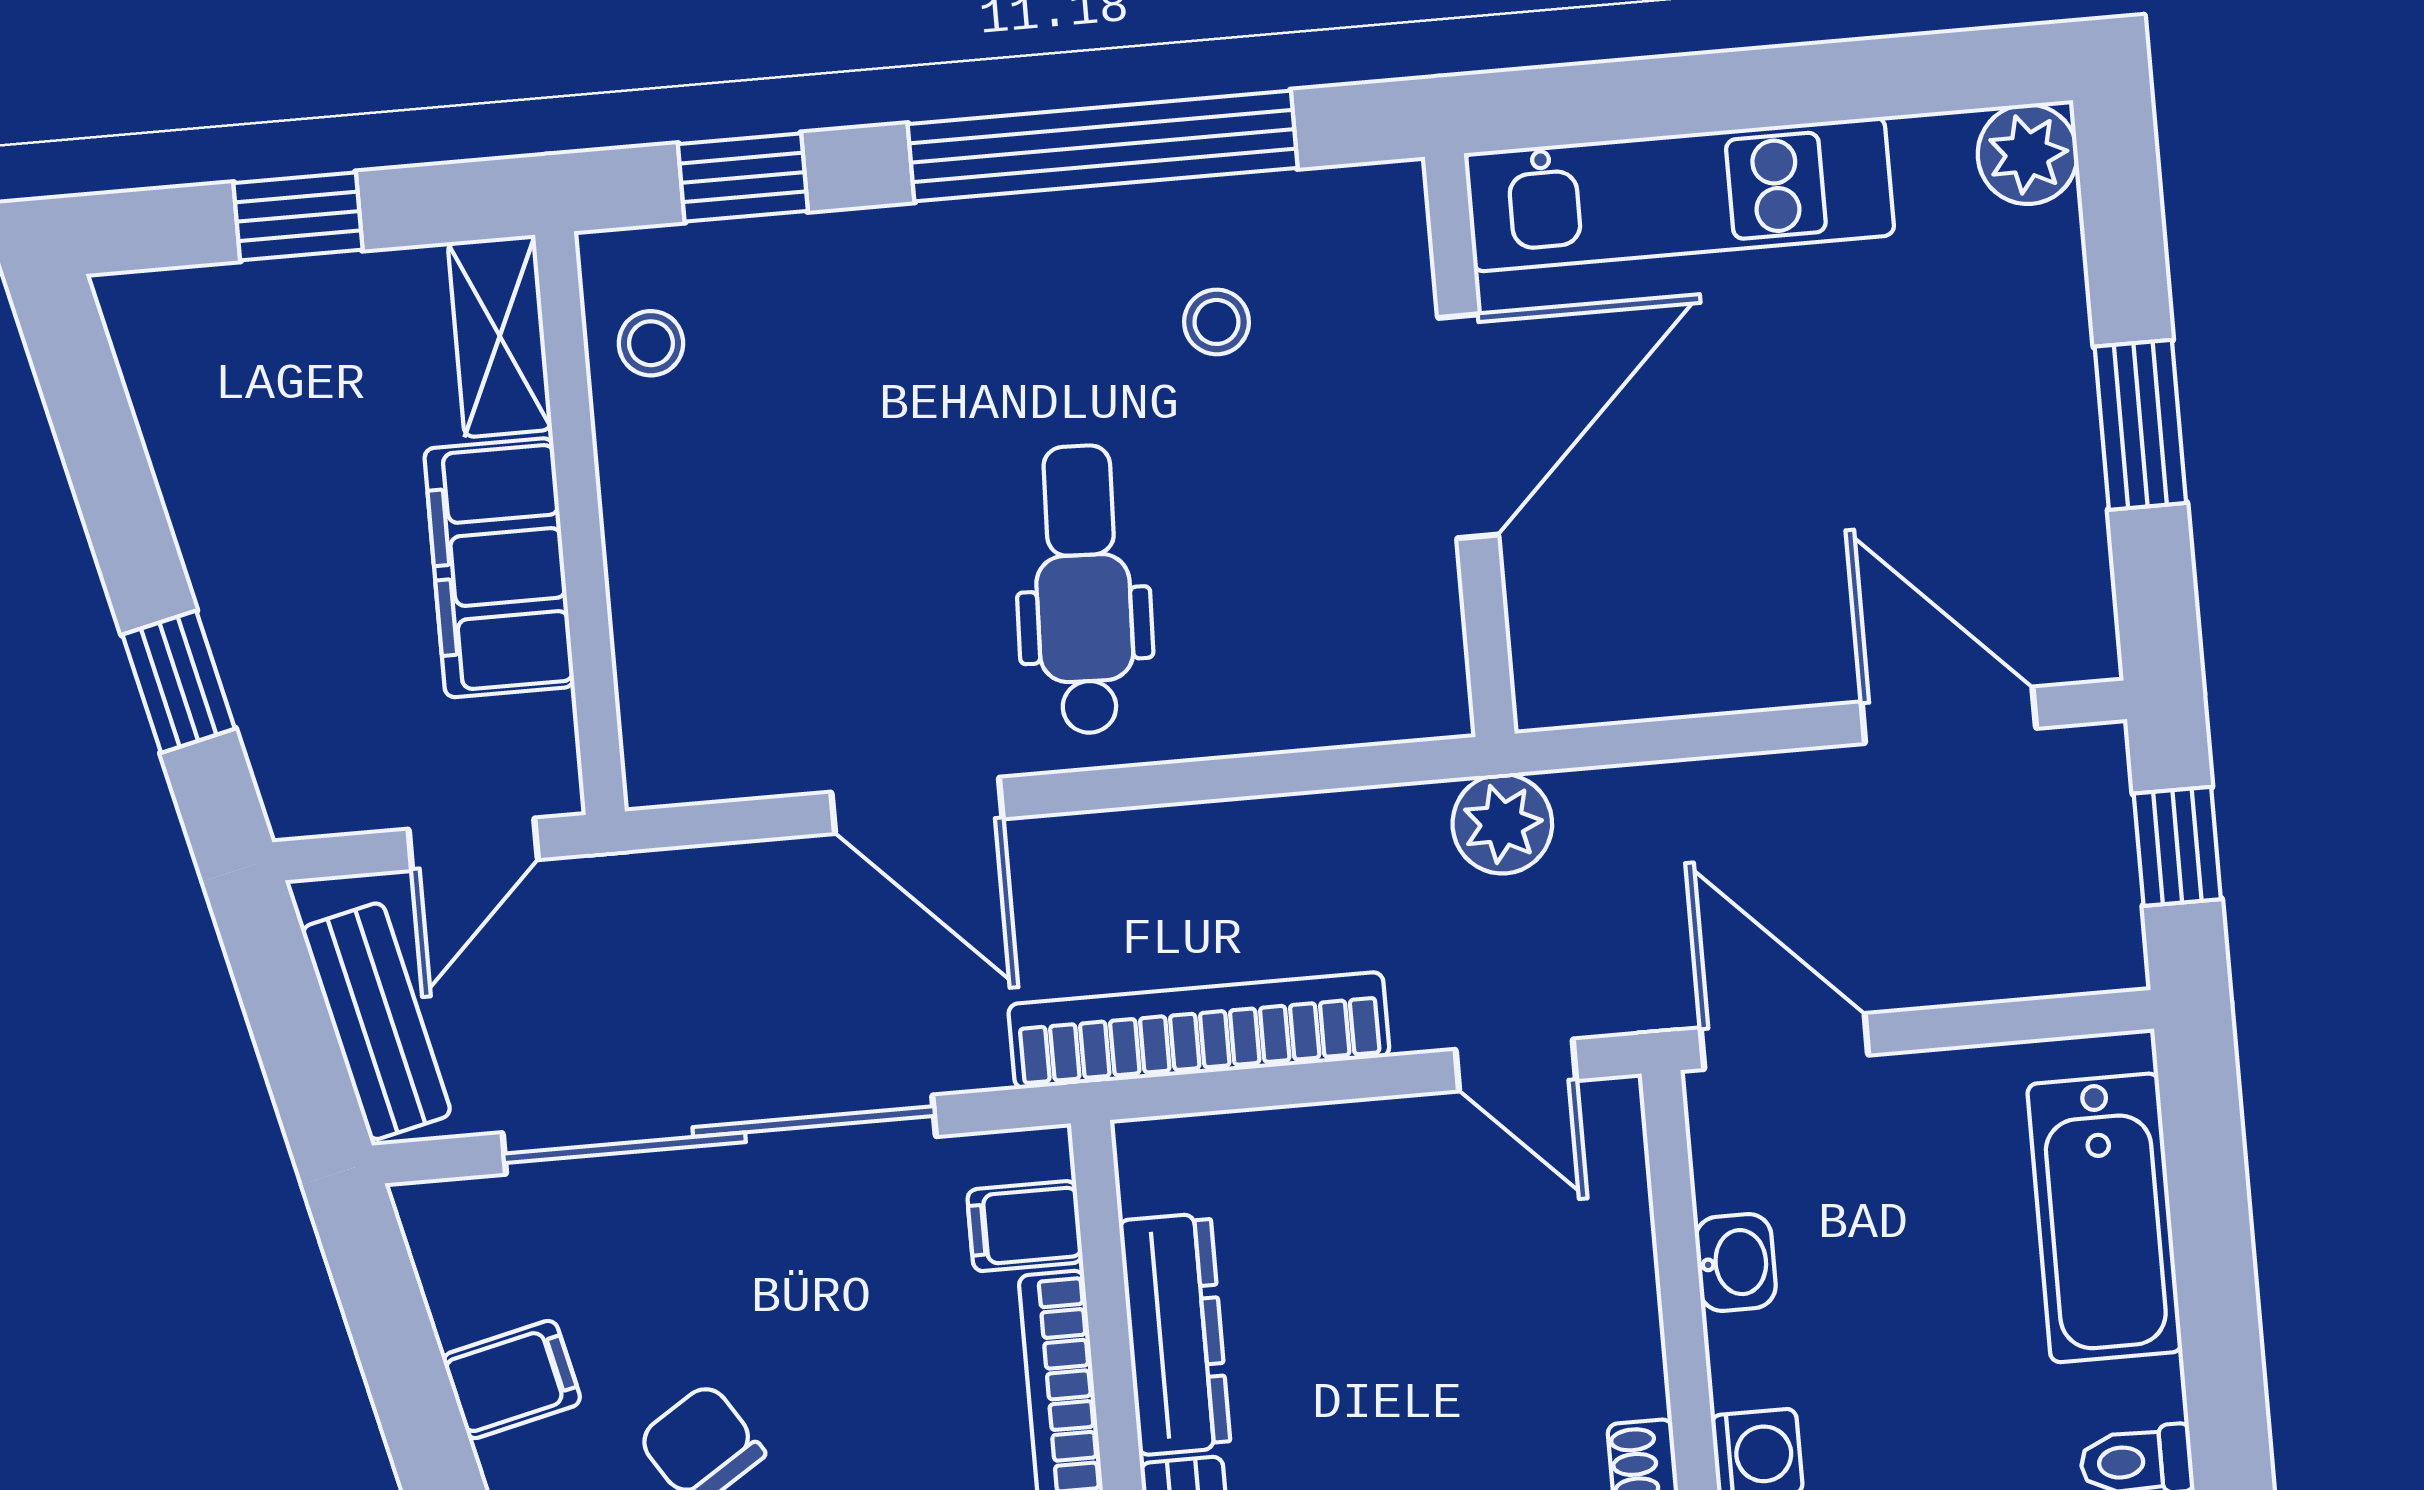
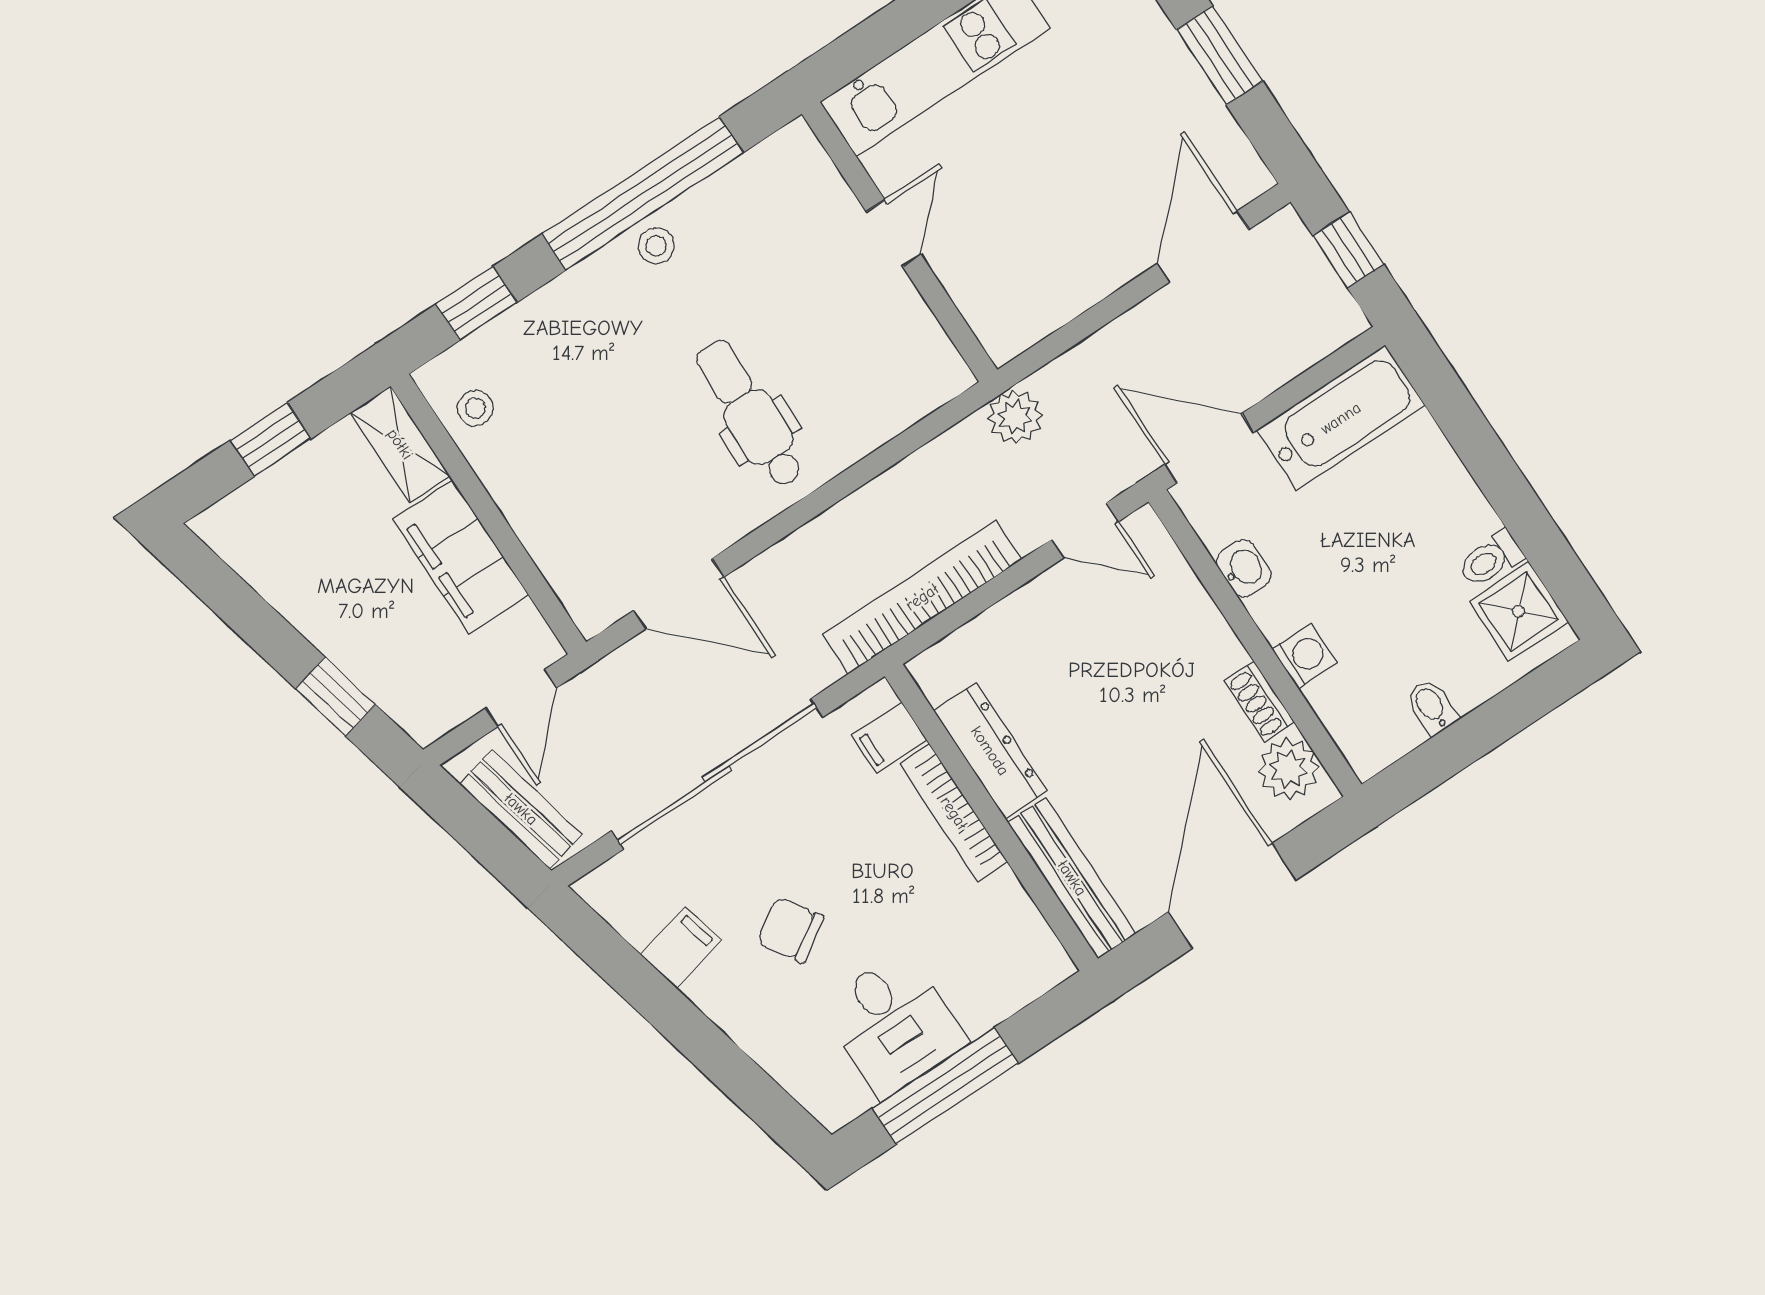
stool: (1216, 322) -> (656, 246), moved
door: (1468, 426) -> (894, 233), width x0.53
door: (1949, 715) -> (1203, 247), hinge flipped
door: (917, 805) -> (679, 594), moved
bathtub: (2105, 1218) -> (1341, 418), moved, turned -90

